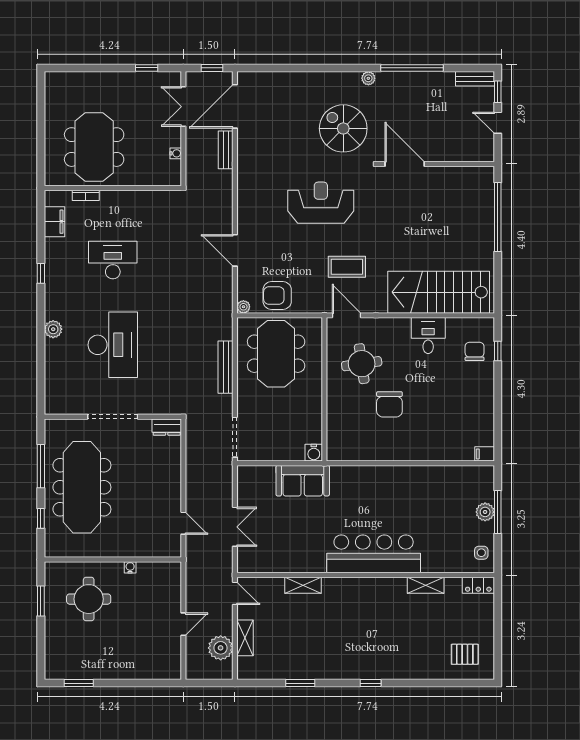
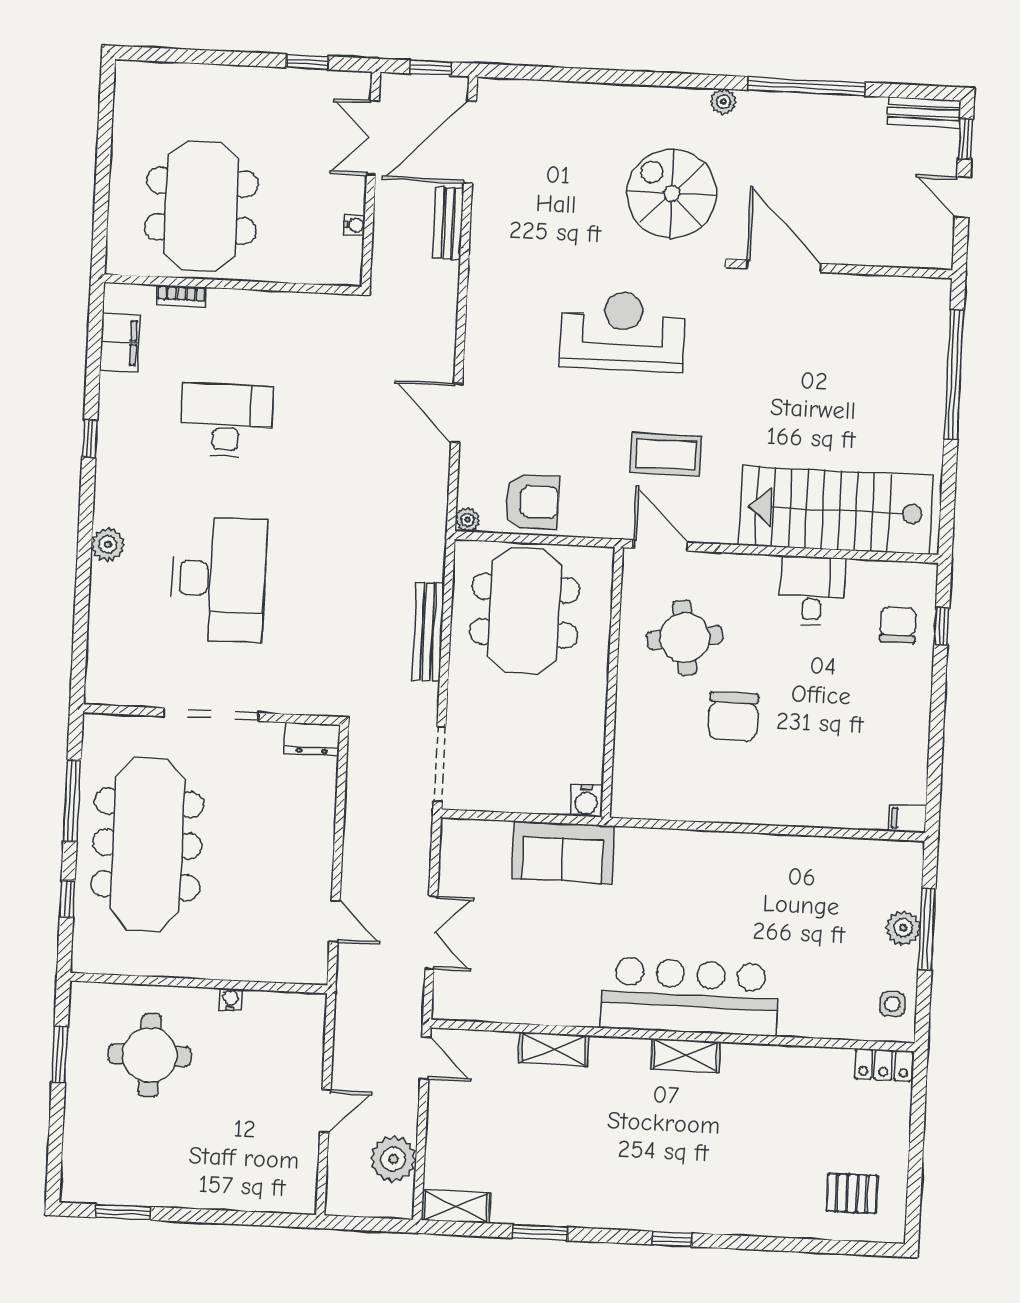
armchair: (277, 295) -> (532, 502), turned 180
shelving: (426, 585) -> (686, 1055), moved
shelving: (245, 638) -> (456, 1207), moved, turned 90

